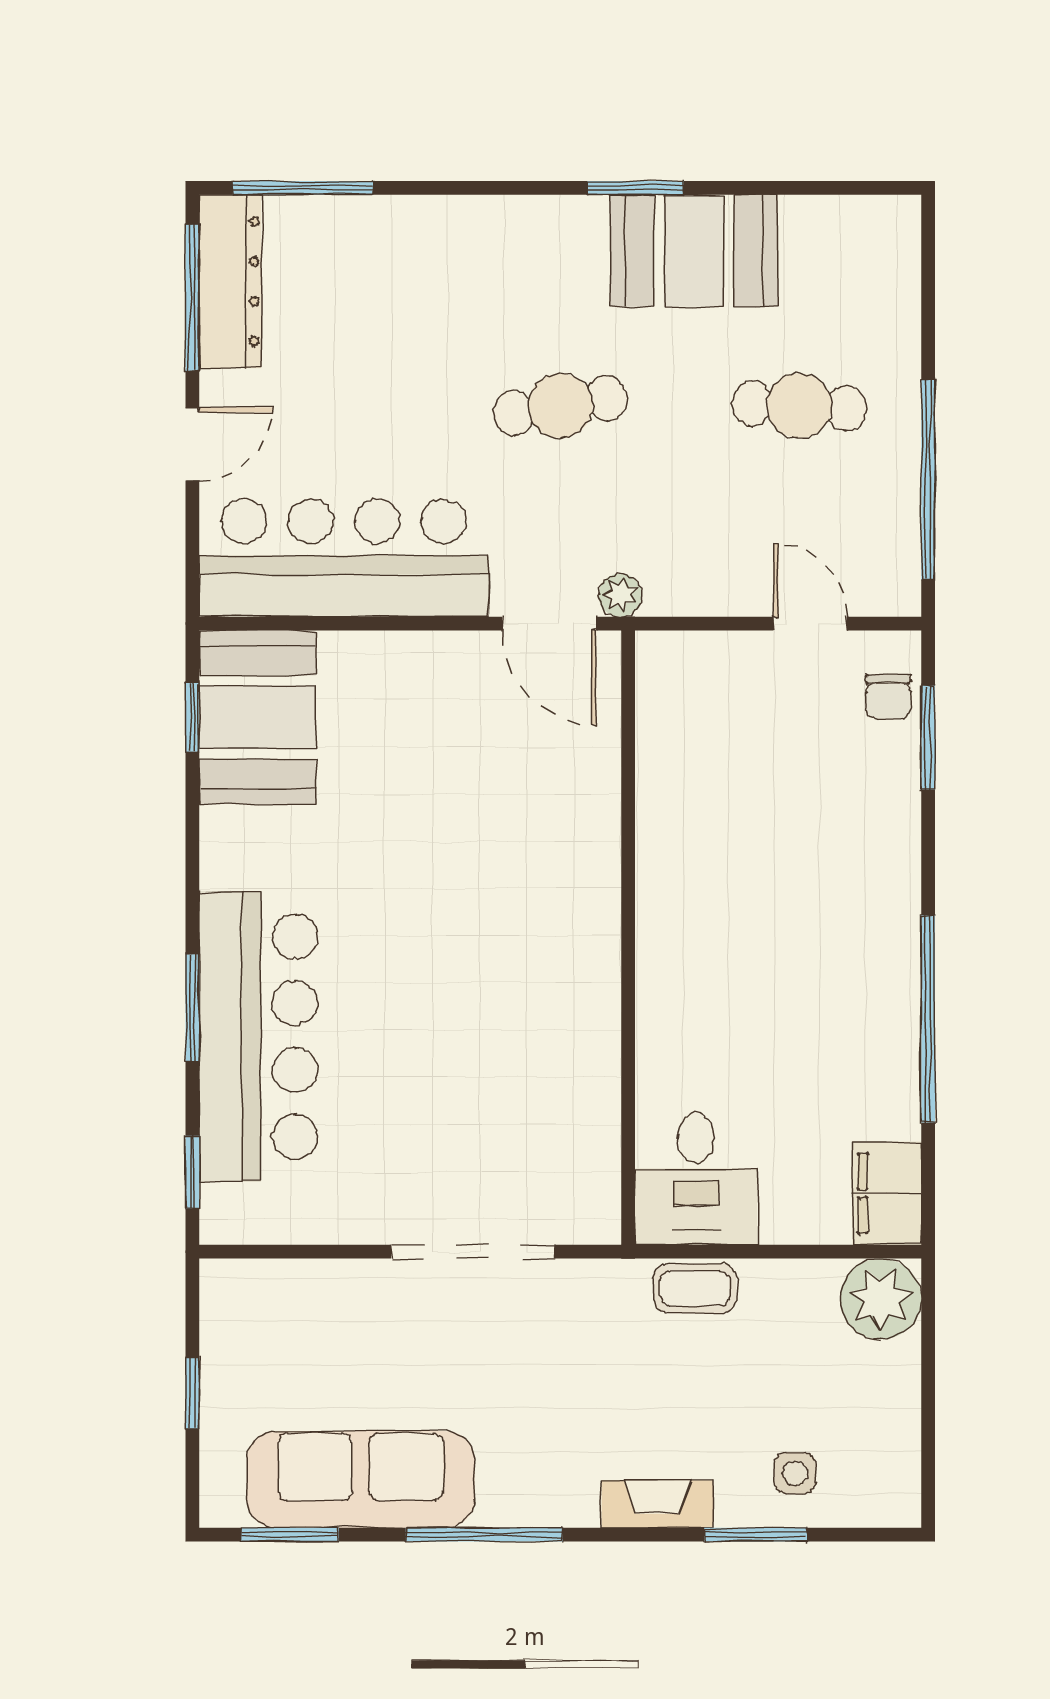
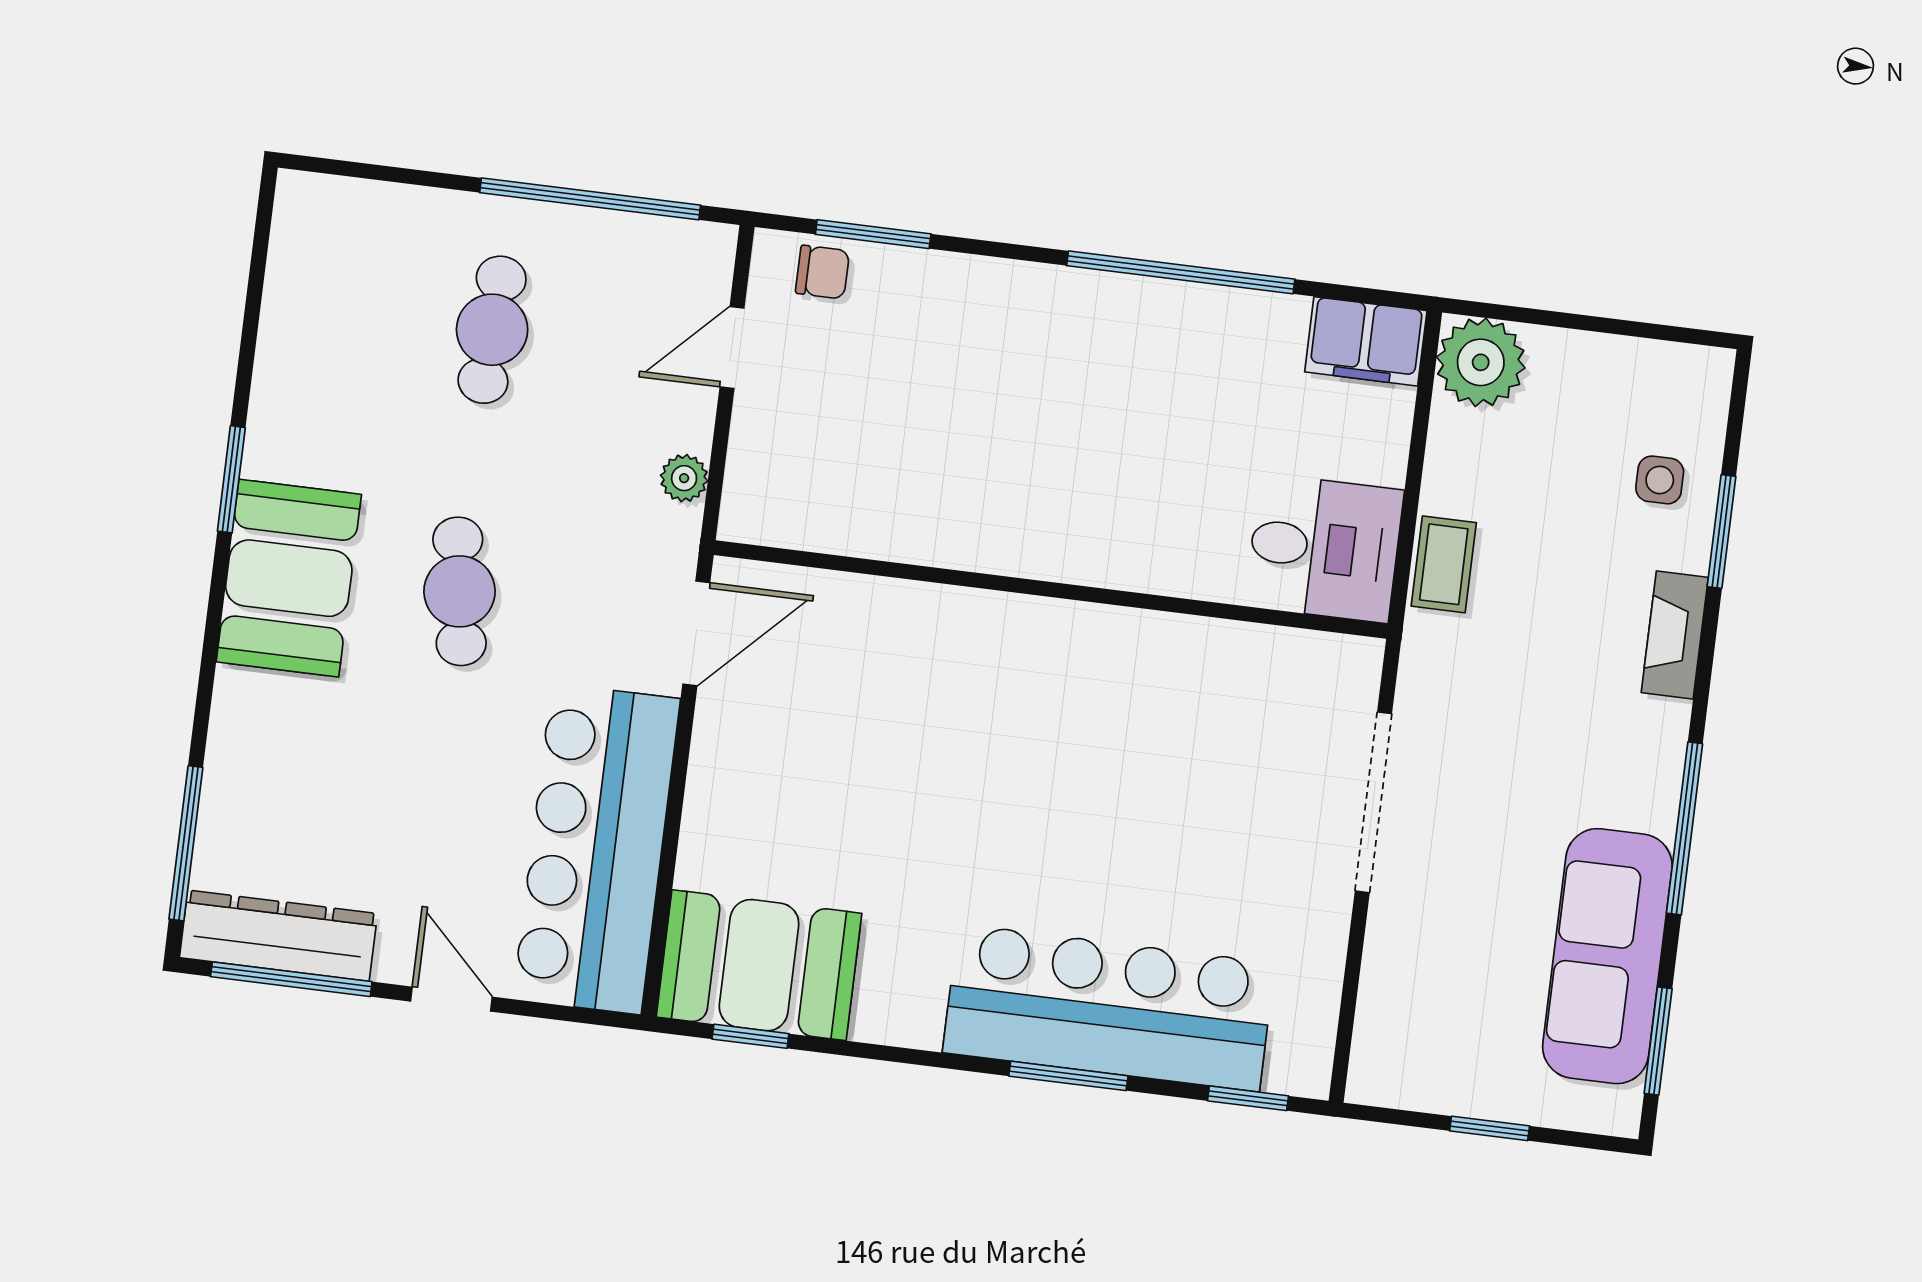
booth: (694, 251) -> (289, 578), moved
plant: (620, 595) -> (684, 478), moved

